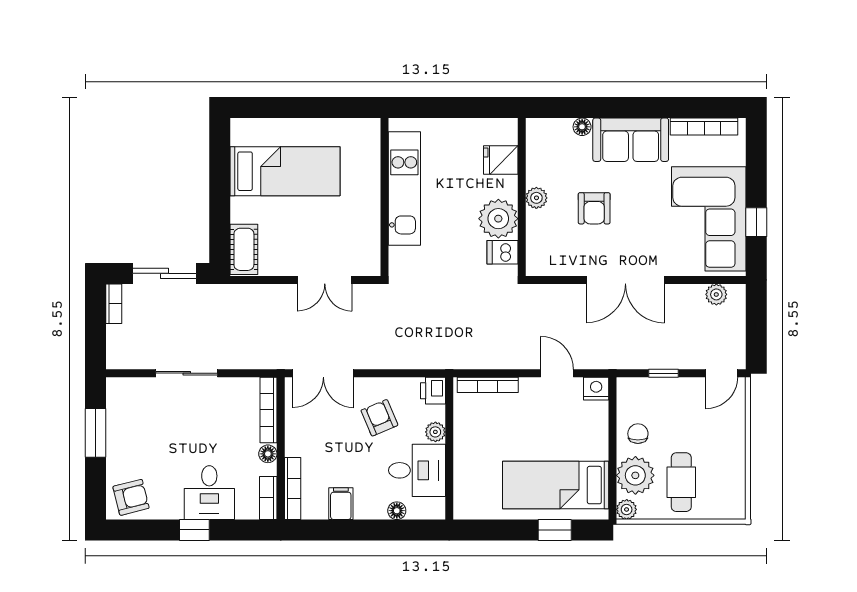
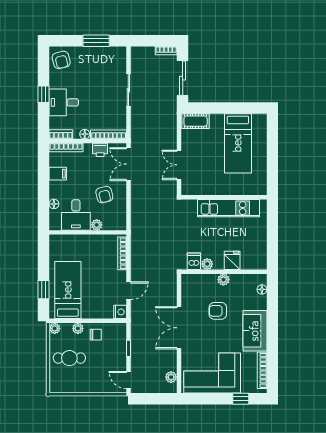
floor lamp: (582, 127) -> (262, 289), moved
fridge: (501, 160) -> (232, 260), moved
plant: (498, 219) -> (207, 264), width x0.53, depth x0.53
window: (756, 222) -> (241, 399), moved
printer: (433, 391) -> (100, 150), moved, turned 180
armchair: (379, 418) -> (104, 195), turned 99
plant: (635, 475) -> (78, 328), width x0.53, depth x0.53

